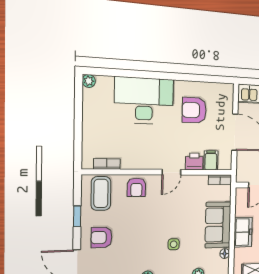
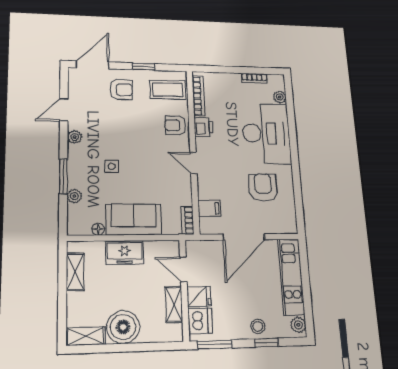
plant: (89, 81) -> (280, 97), moved
bookcase: (87, 106) -> (254, 78), added
printer: (194, 162) -> (204, 127), moved
bookcase: (107, 164) -> (198, 96), width x1.56
armchair: (102, 237) -> (121, 90), turned 90

